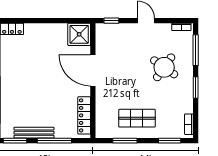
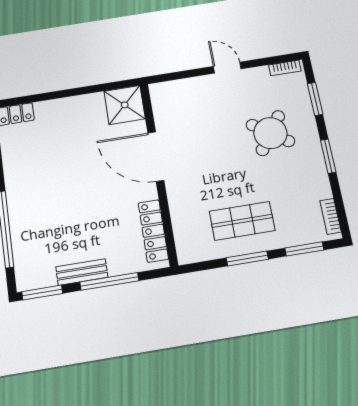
window: (111, 21) -> (172, 76), removed
window: (196, 50) -> (315, 99), width x0.69
bench: (34, 133) -> (82, 272), width x0.73
window: (125, 141) -> (247, 258), moved

